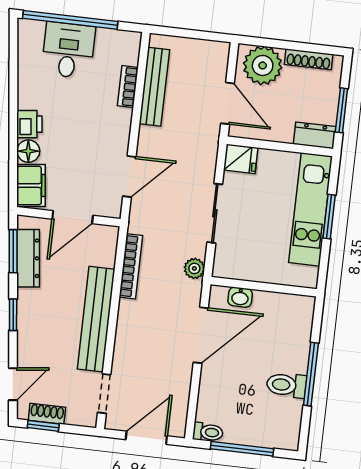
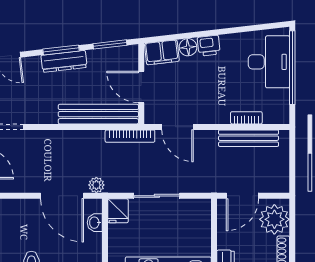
desk: (68, 50) -> (269, 62), width x1.37
fridge: (241, 159) -> (118, 211), moved
dresser: (28, 258) -> (64, 61), moved
bookcase: (131, 266) -> (130, 136), moved
plant: (194, 268) -> (96, 185), moved
window: (13, 315) -> (61, 50), width x1.50
bench: (96, 319) -> (98, 114), moved

